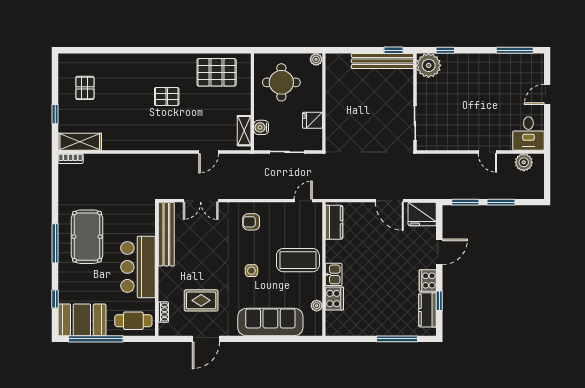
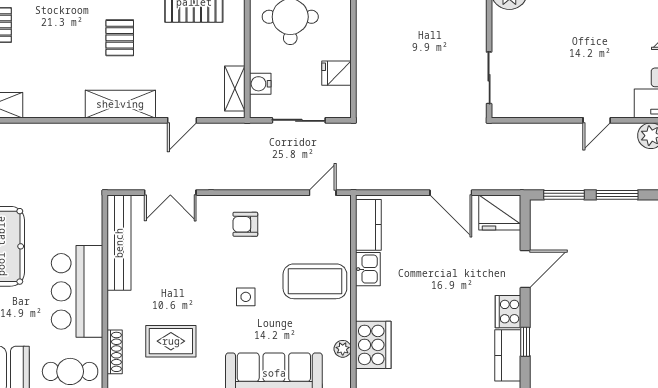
pallet: (167, 97) -> (120, 38), turned 90
shelving: (167, 141) -> (120, 104), added
door: (487, 152) -> (597, 120), hinge flipped
kitchen sink: (334, 274) -> (368, 269), moved
cooker: (334, 299) -> (373, 345), width x1.37, depth x1.31
shoe rack: (163, 312) -> (115, 352), width x1.43

